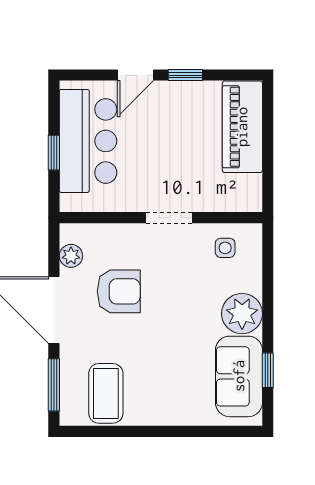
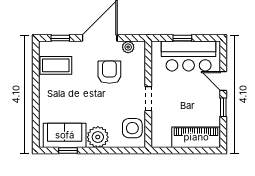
side table: (225, 248) -> (132, 128), width x1.87, depth x1.87
armchair: (119, 291) -> (109, 72), turned 180
window: (54, 385) -> (60, 38), width x0.67

